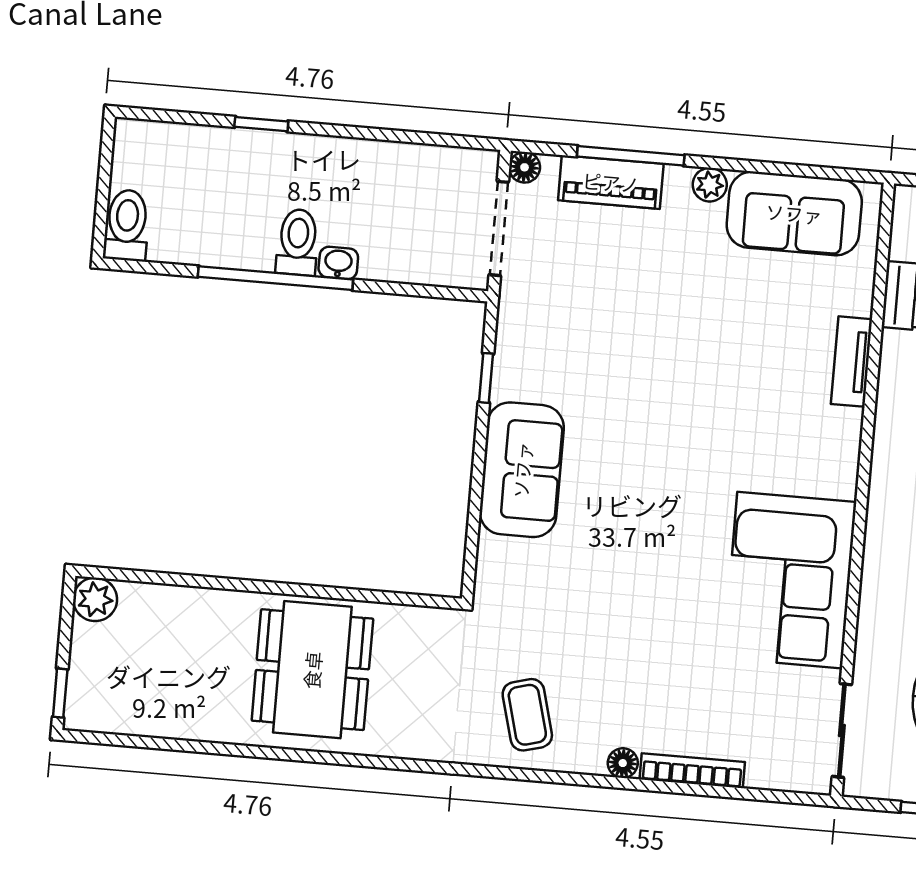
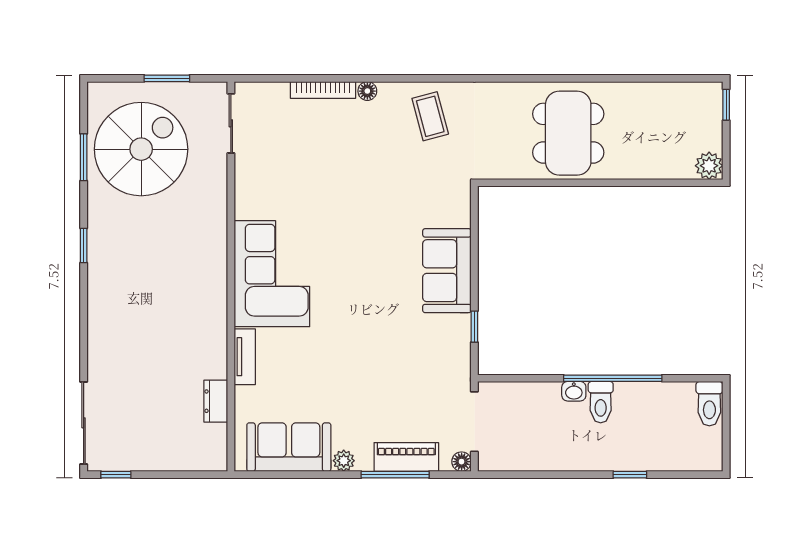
corner sofa: (790, 580) -> (272, 274), moved

